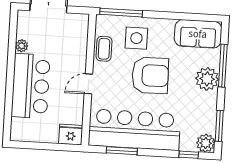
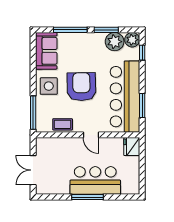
side table: (136, 38) -> (49, 86), moved
plant: (22, 46) -> (64, 189), removed
window: (10, 75) -> (87, 197), added
plant: (207, 79) -> (115, 42), moved
window: (219, 126) -> (106, 30), moved

